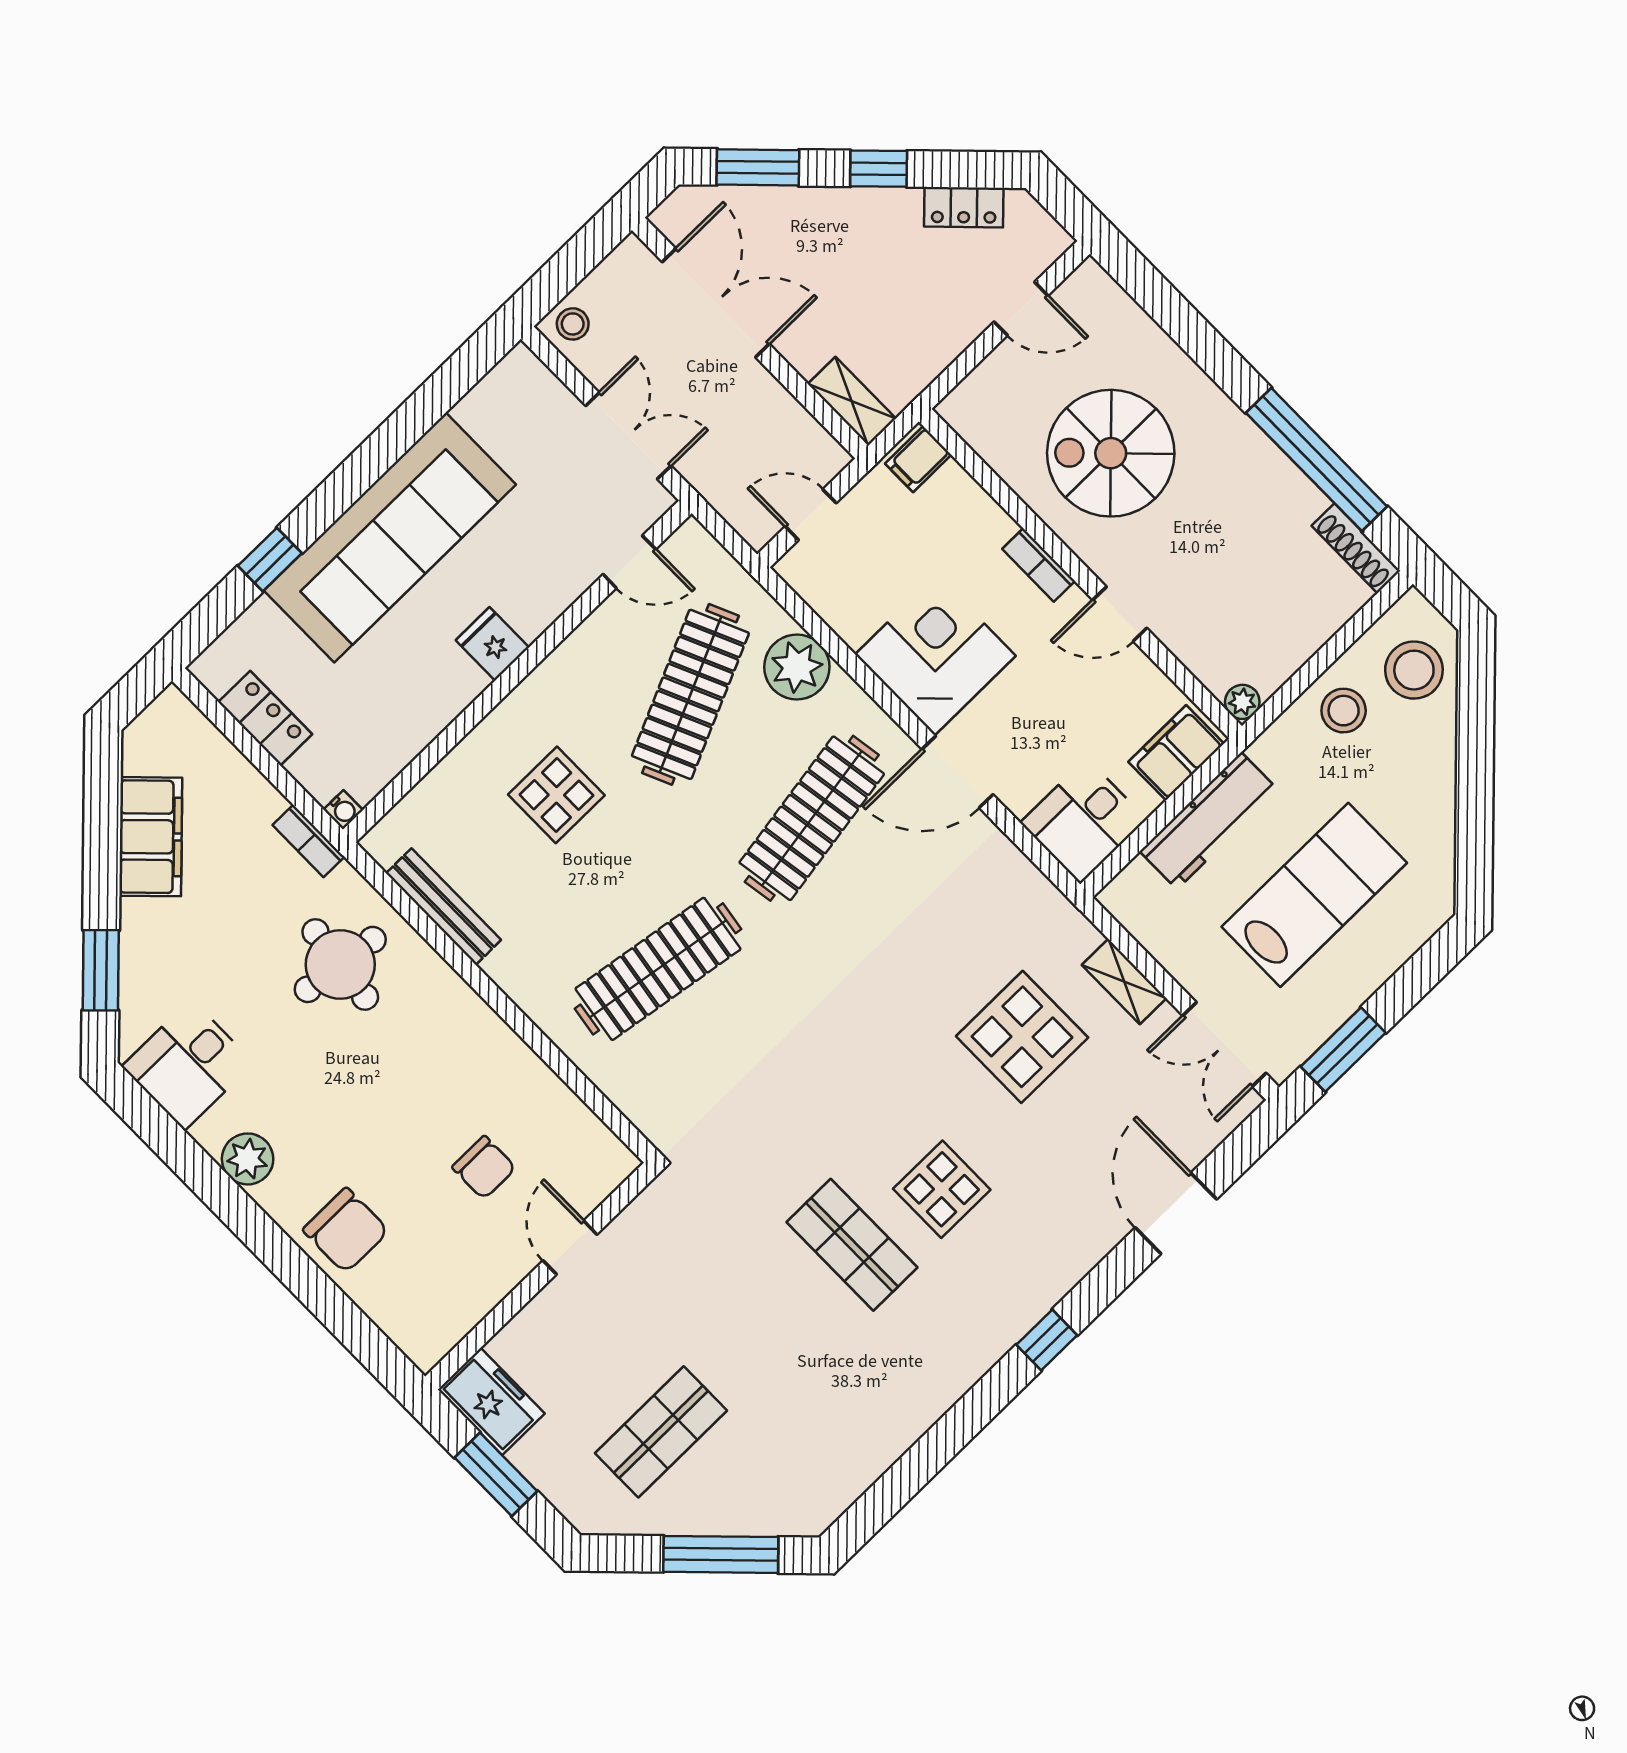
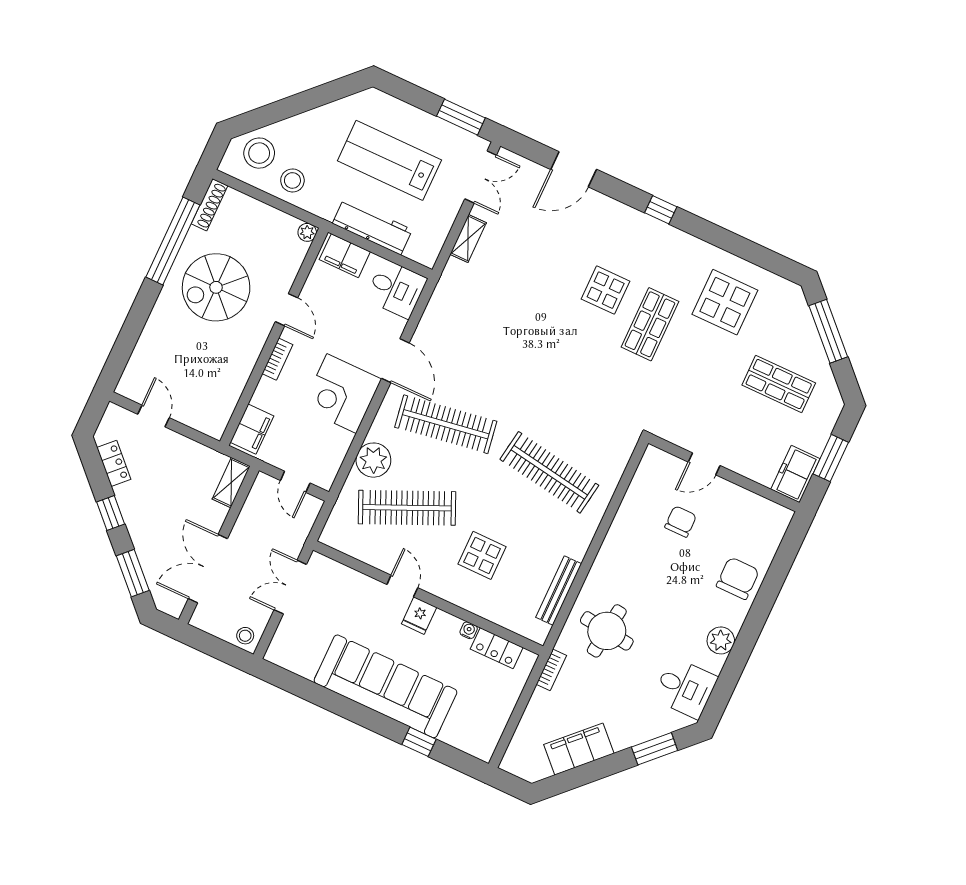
spiral stairs: (1111, 453) -> (216, 287), moved, turned 90
filing cabinet: (918, 459) -> (252, 429), width x2.00
door: (629, 562) -> (402, 586), moved
locker: (265, 718) -> (497, 648), moved, turned -90
water cooler: (343, 810) -> (469, 630), moved
display table: (1022, 1037) -> (725, 302), moved

